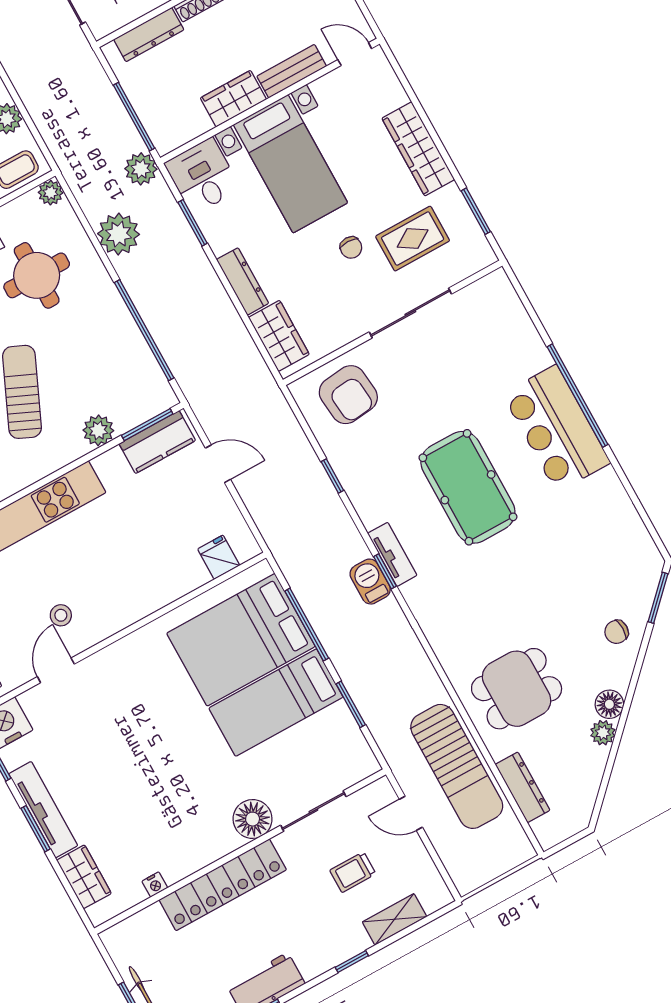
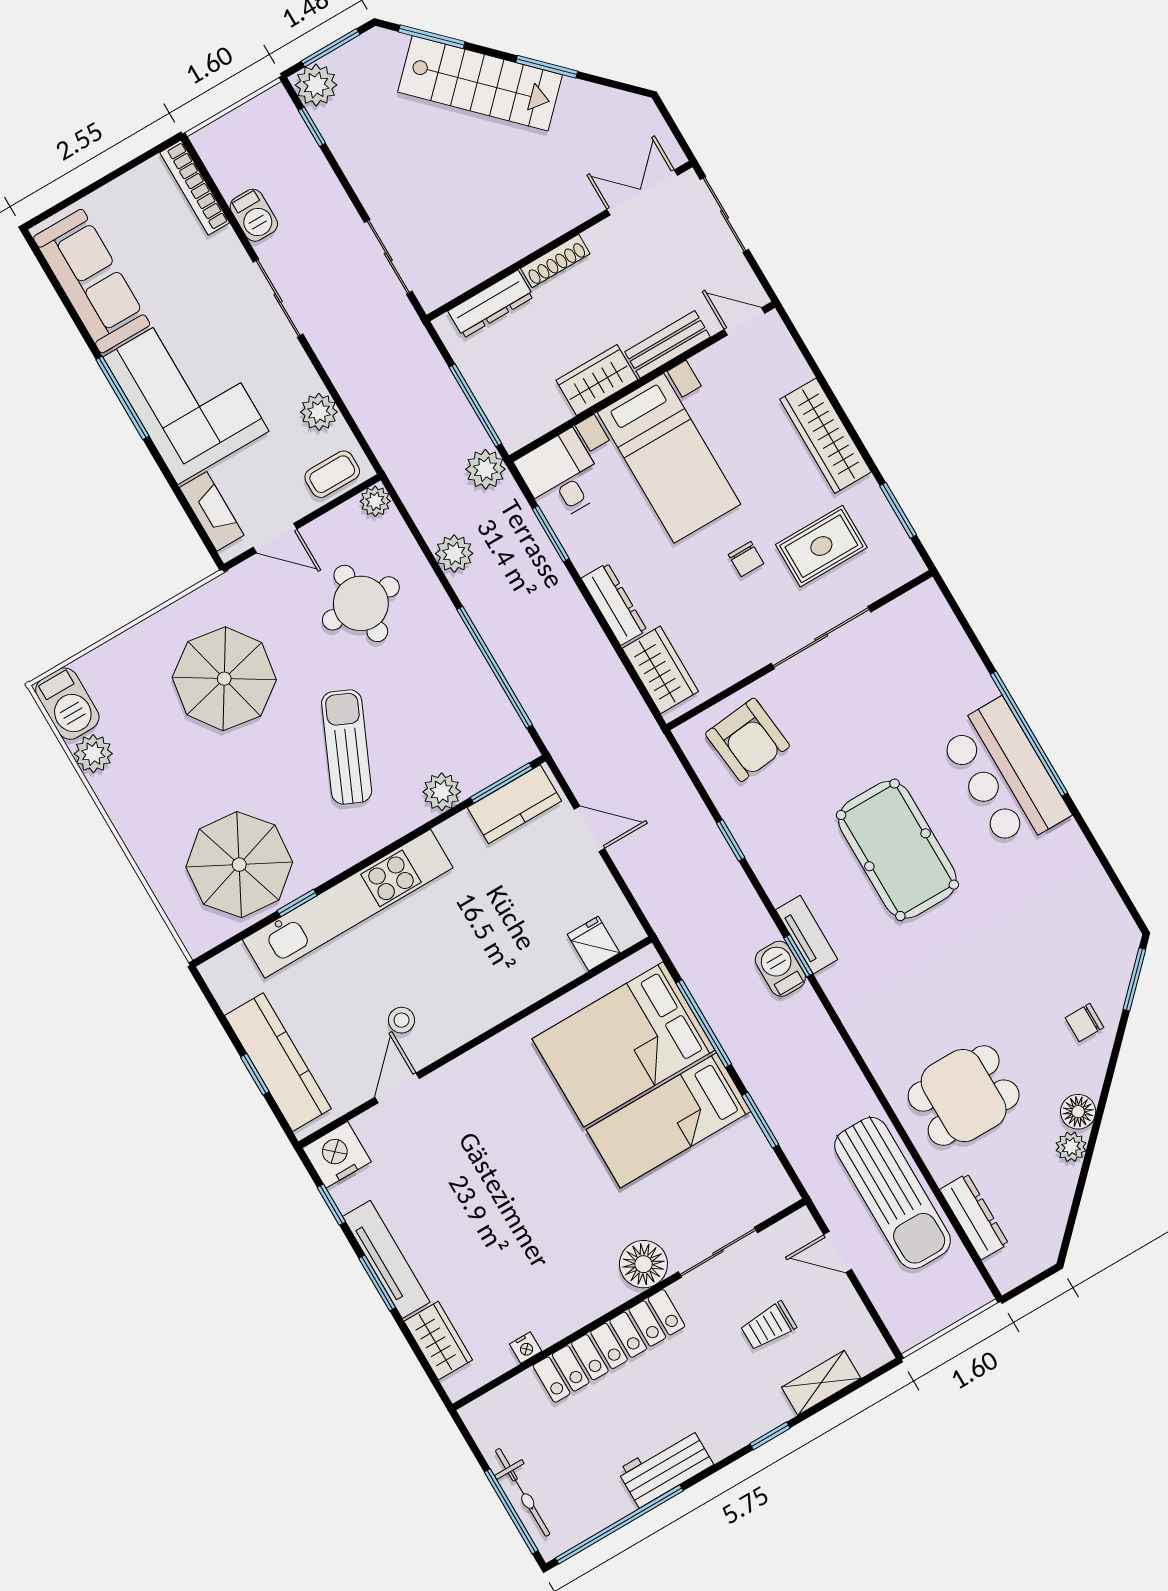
plant: (119, 234) -> (454, 554), width x0.73, depth x0.73

